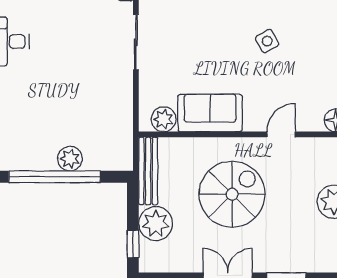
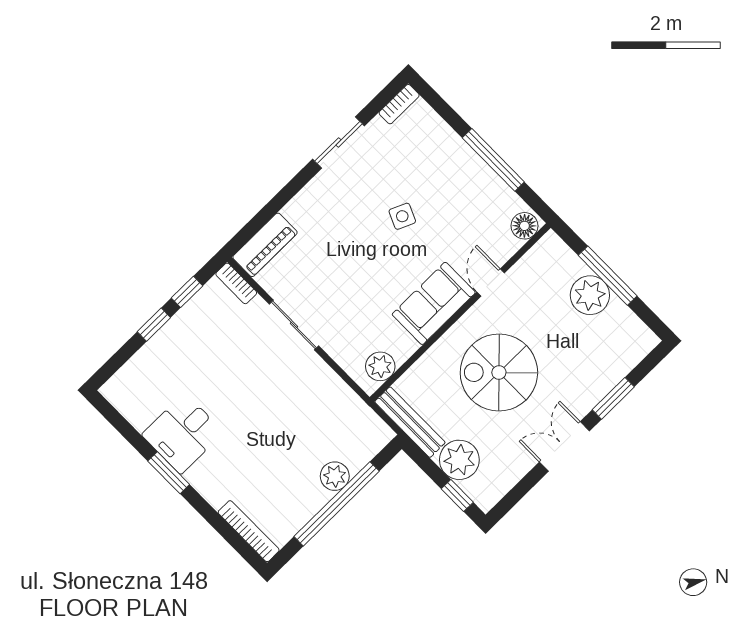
side table: (267, 41) -> (402, 216), turned -36
sofa: (210, 113) -> (434, 303), moved
spiral stairs: (232, 194) -> (499, 373), turned -90

